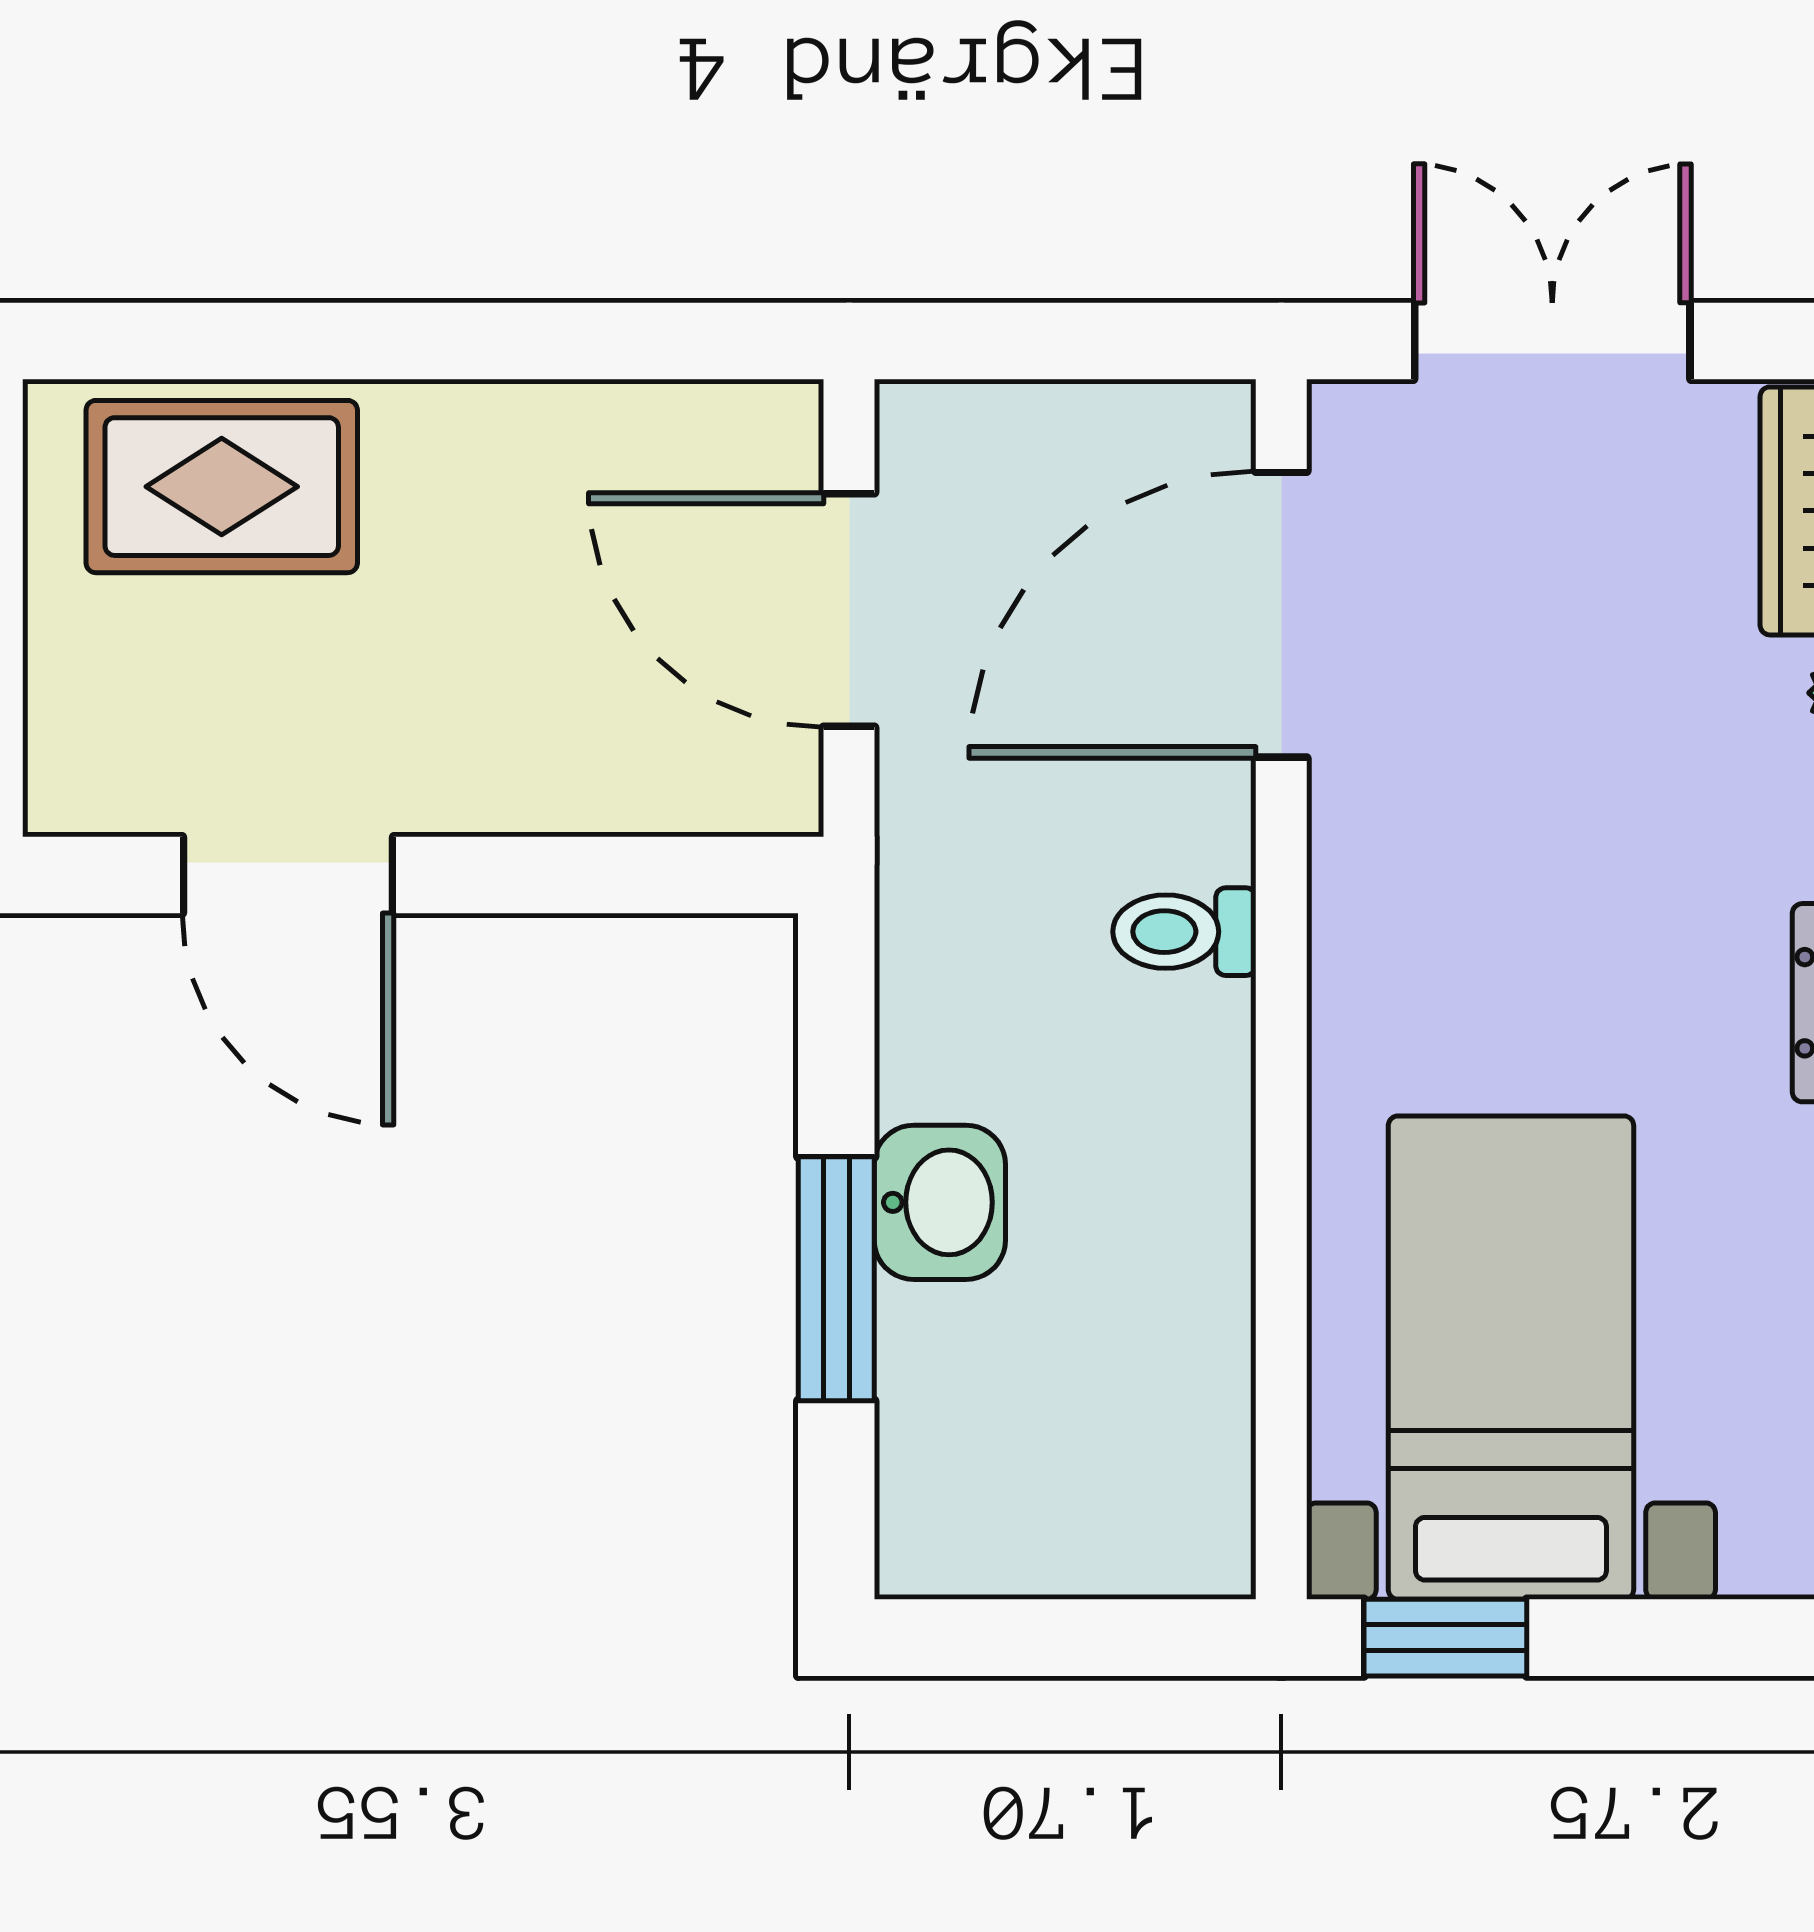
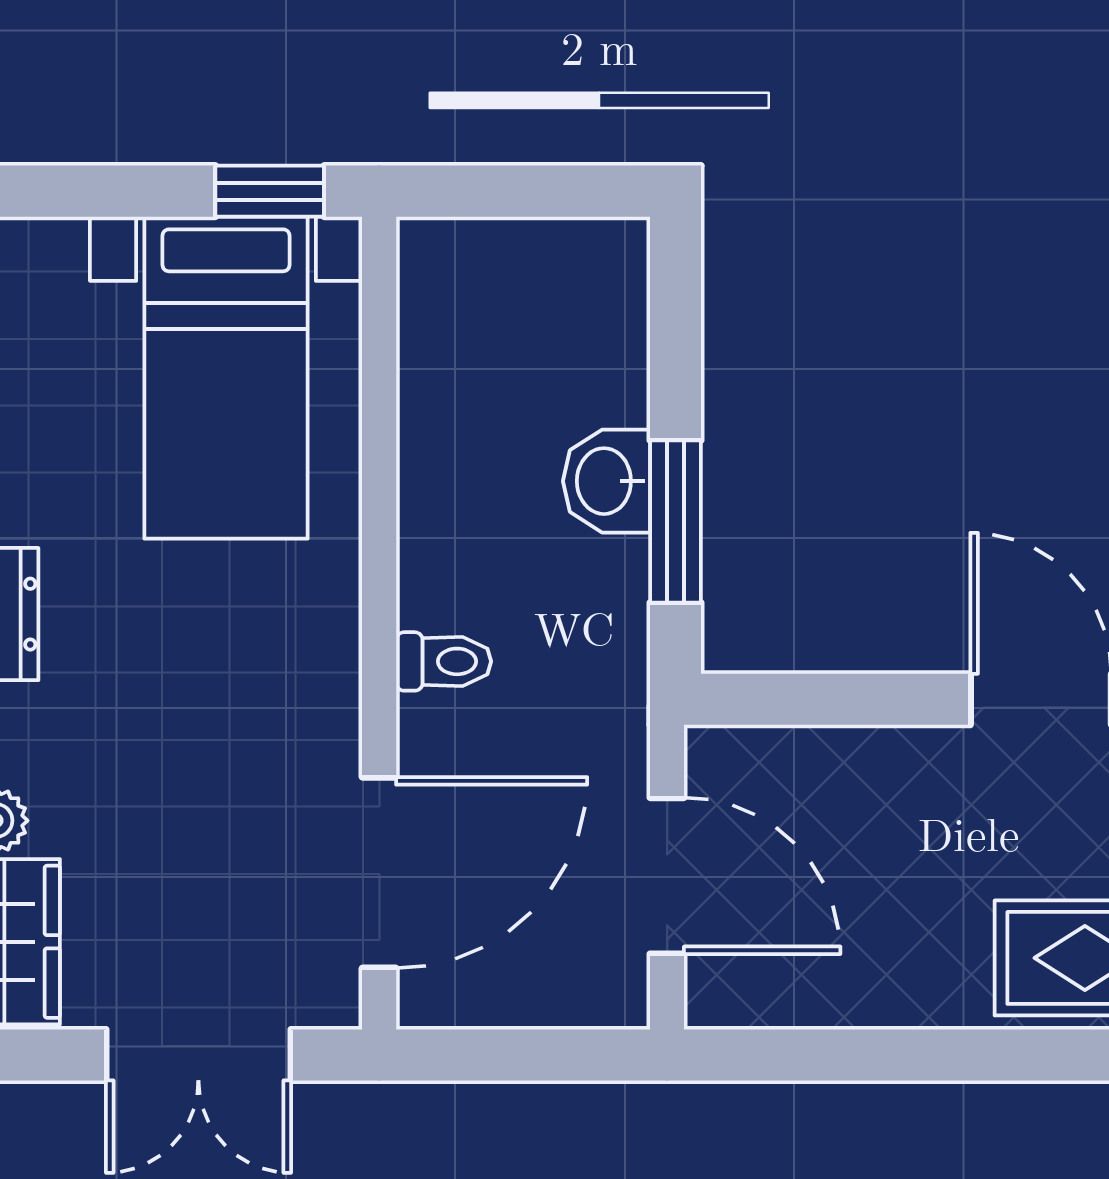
window: (836, 1279) -> (675, 522), moved

